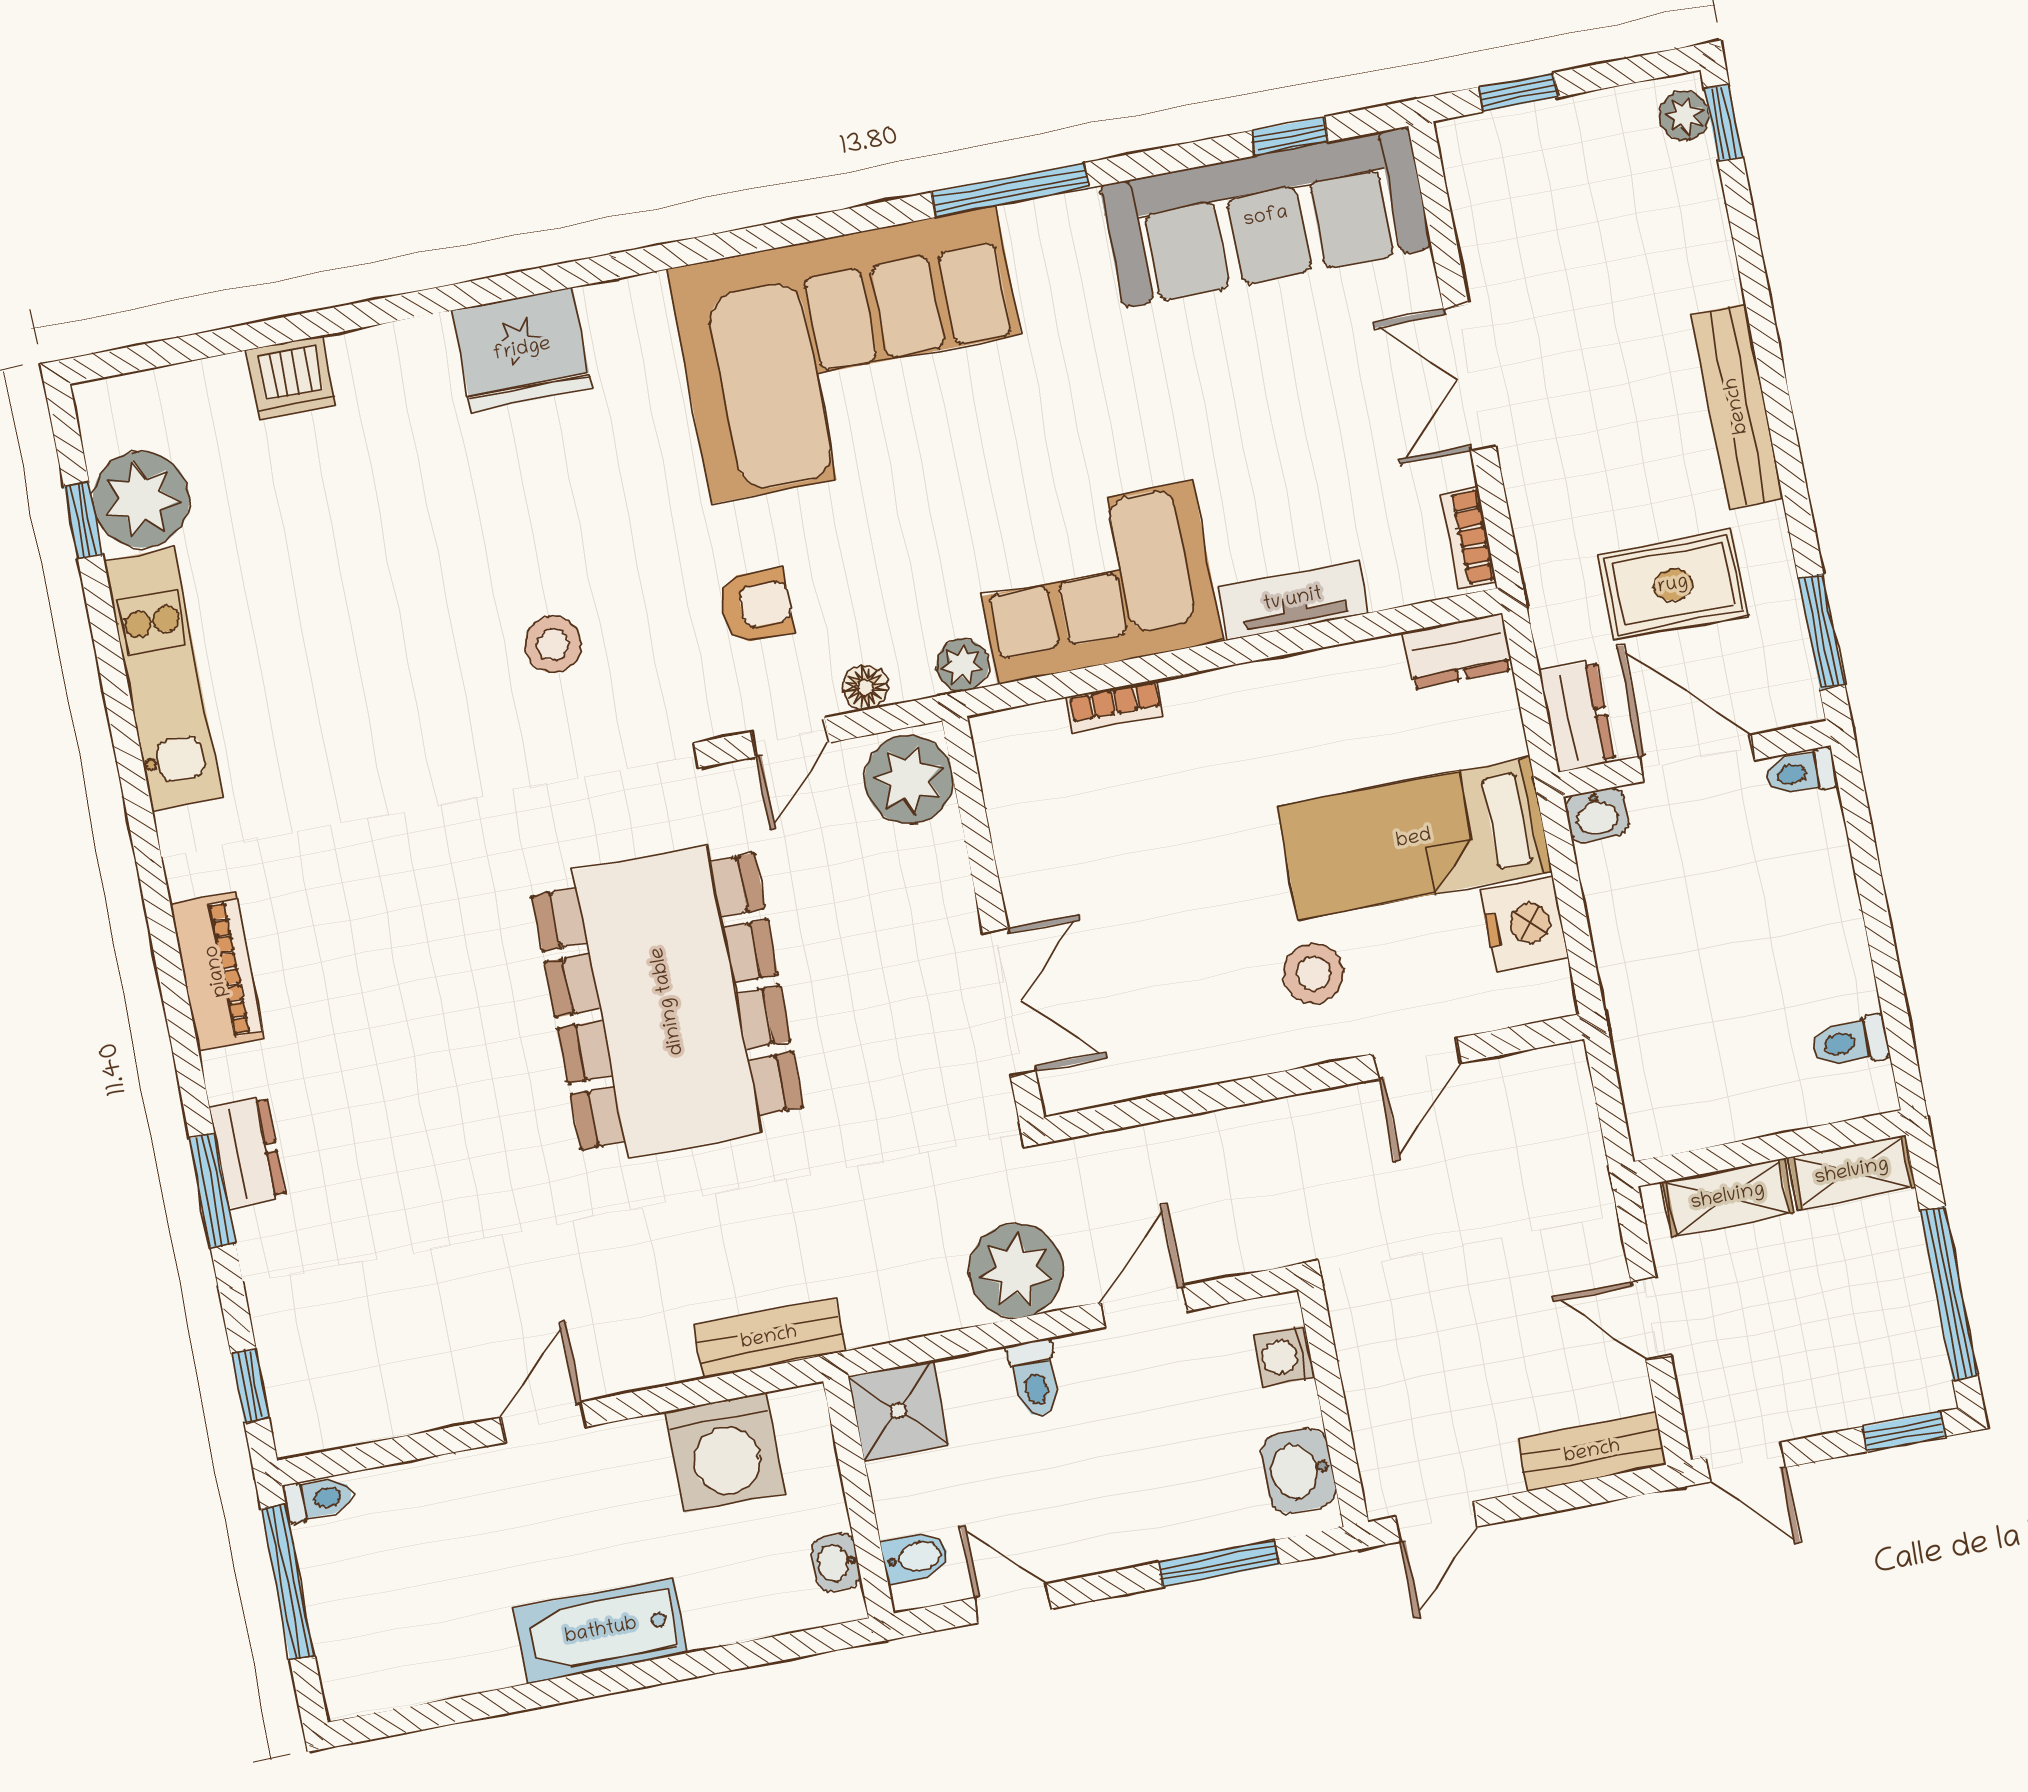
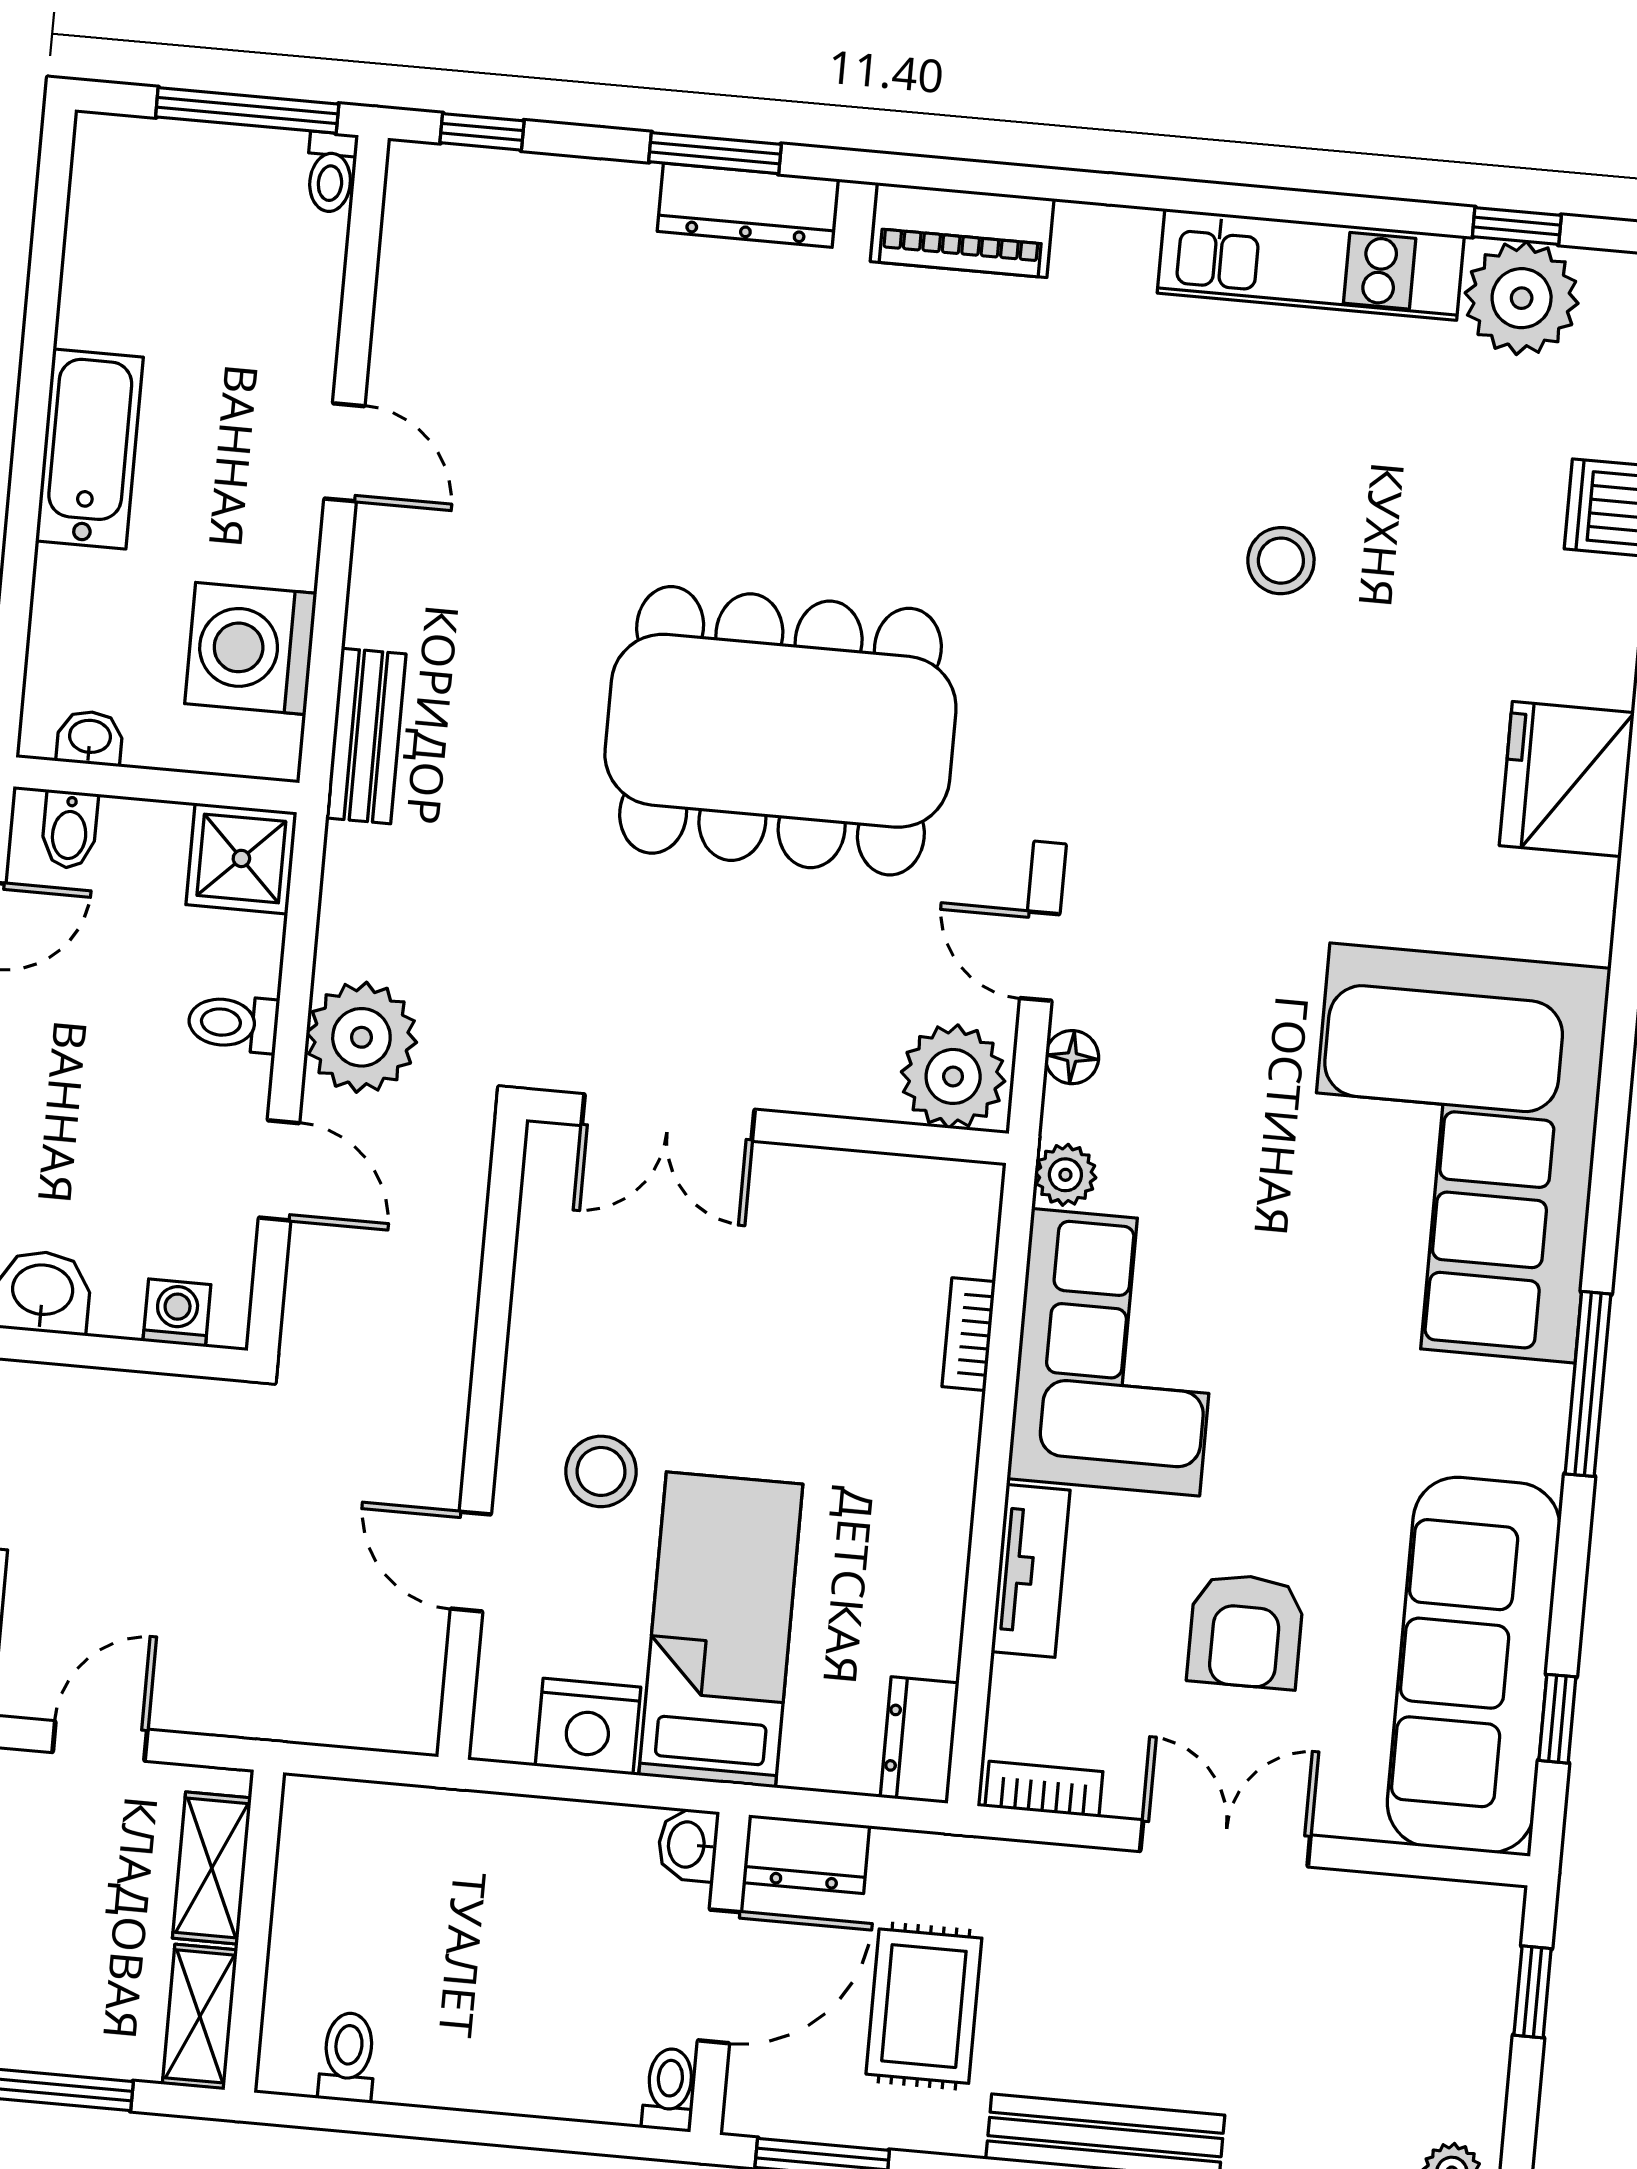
armchair: (756, 606) -> (1246, 1631), moved, width x1.38, depth x1.38
stool: (553, 645) -> (1281, 561), moved
dresser: (247, 1152) -> (748, 205), width x1.44

